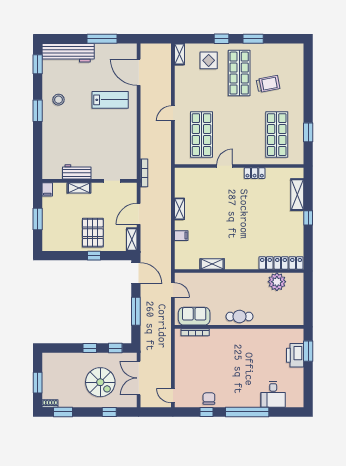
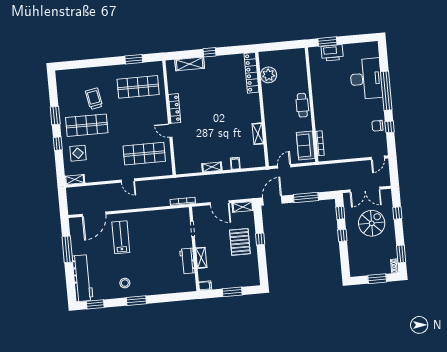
locker: (255, 173) -> (175, 108), width x1.53
pallet: (93, 233) -> (240, 242), turned 90
desk: (273, 394) -> (366, 79), width x1.87, depth x1.30

